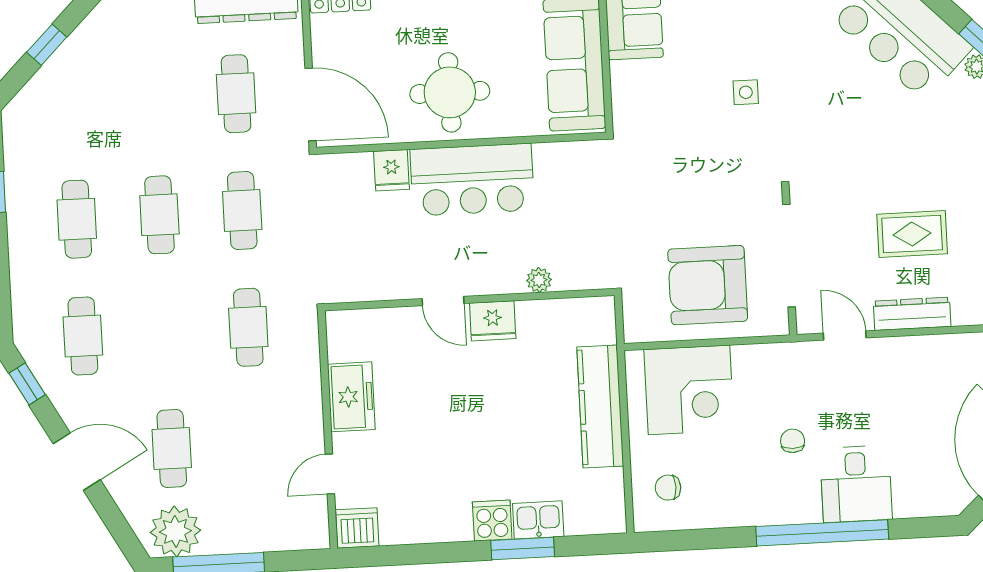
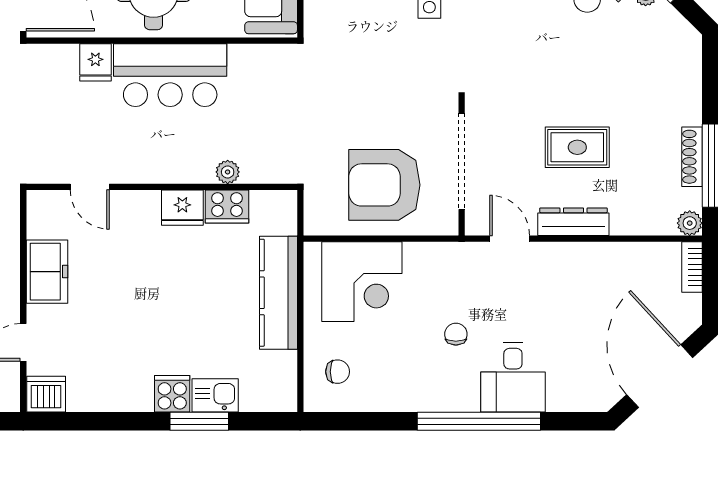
door: (443, 301) -> (90, 187), moved
cooker: (540, 317) -> (227, 207), added
chair: (668, 488) -> (338, 372), turned 180

